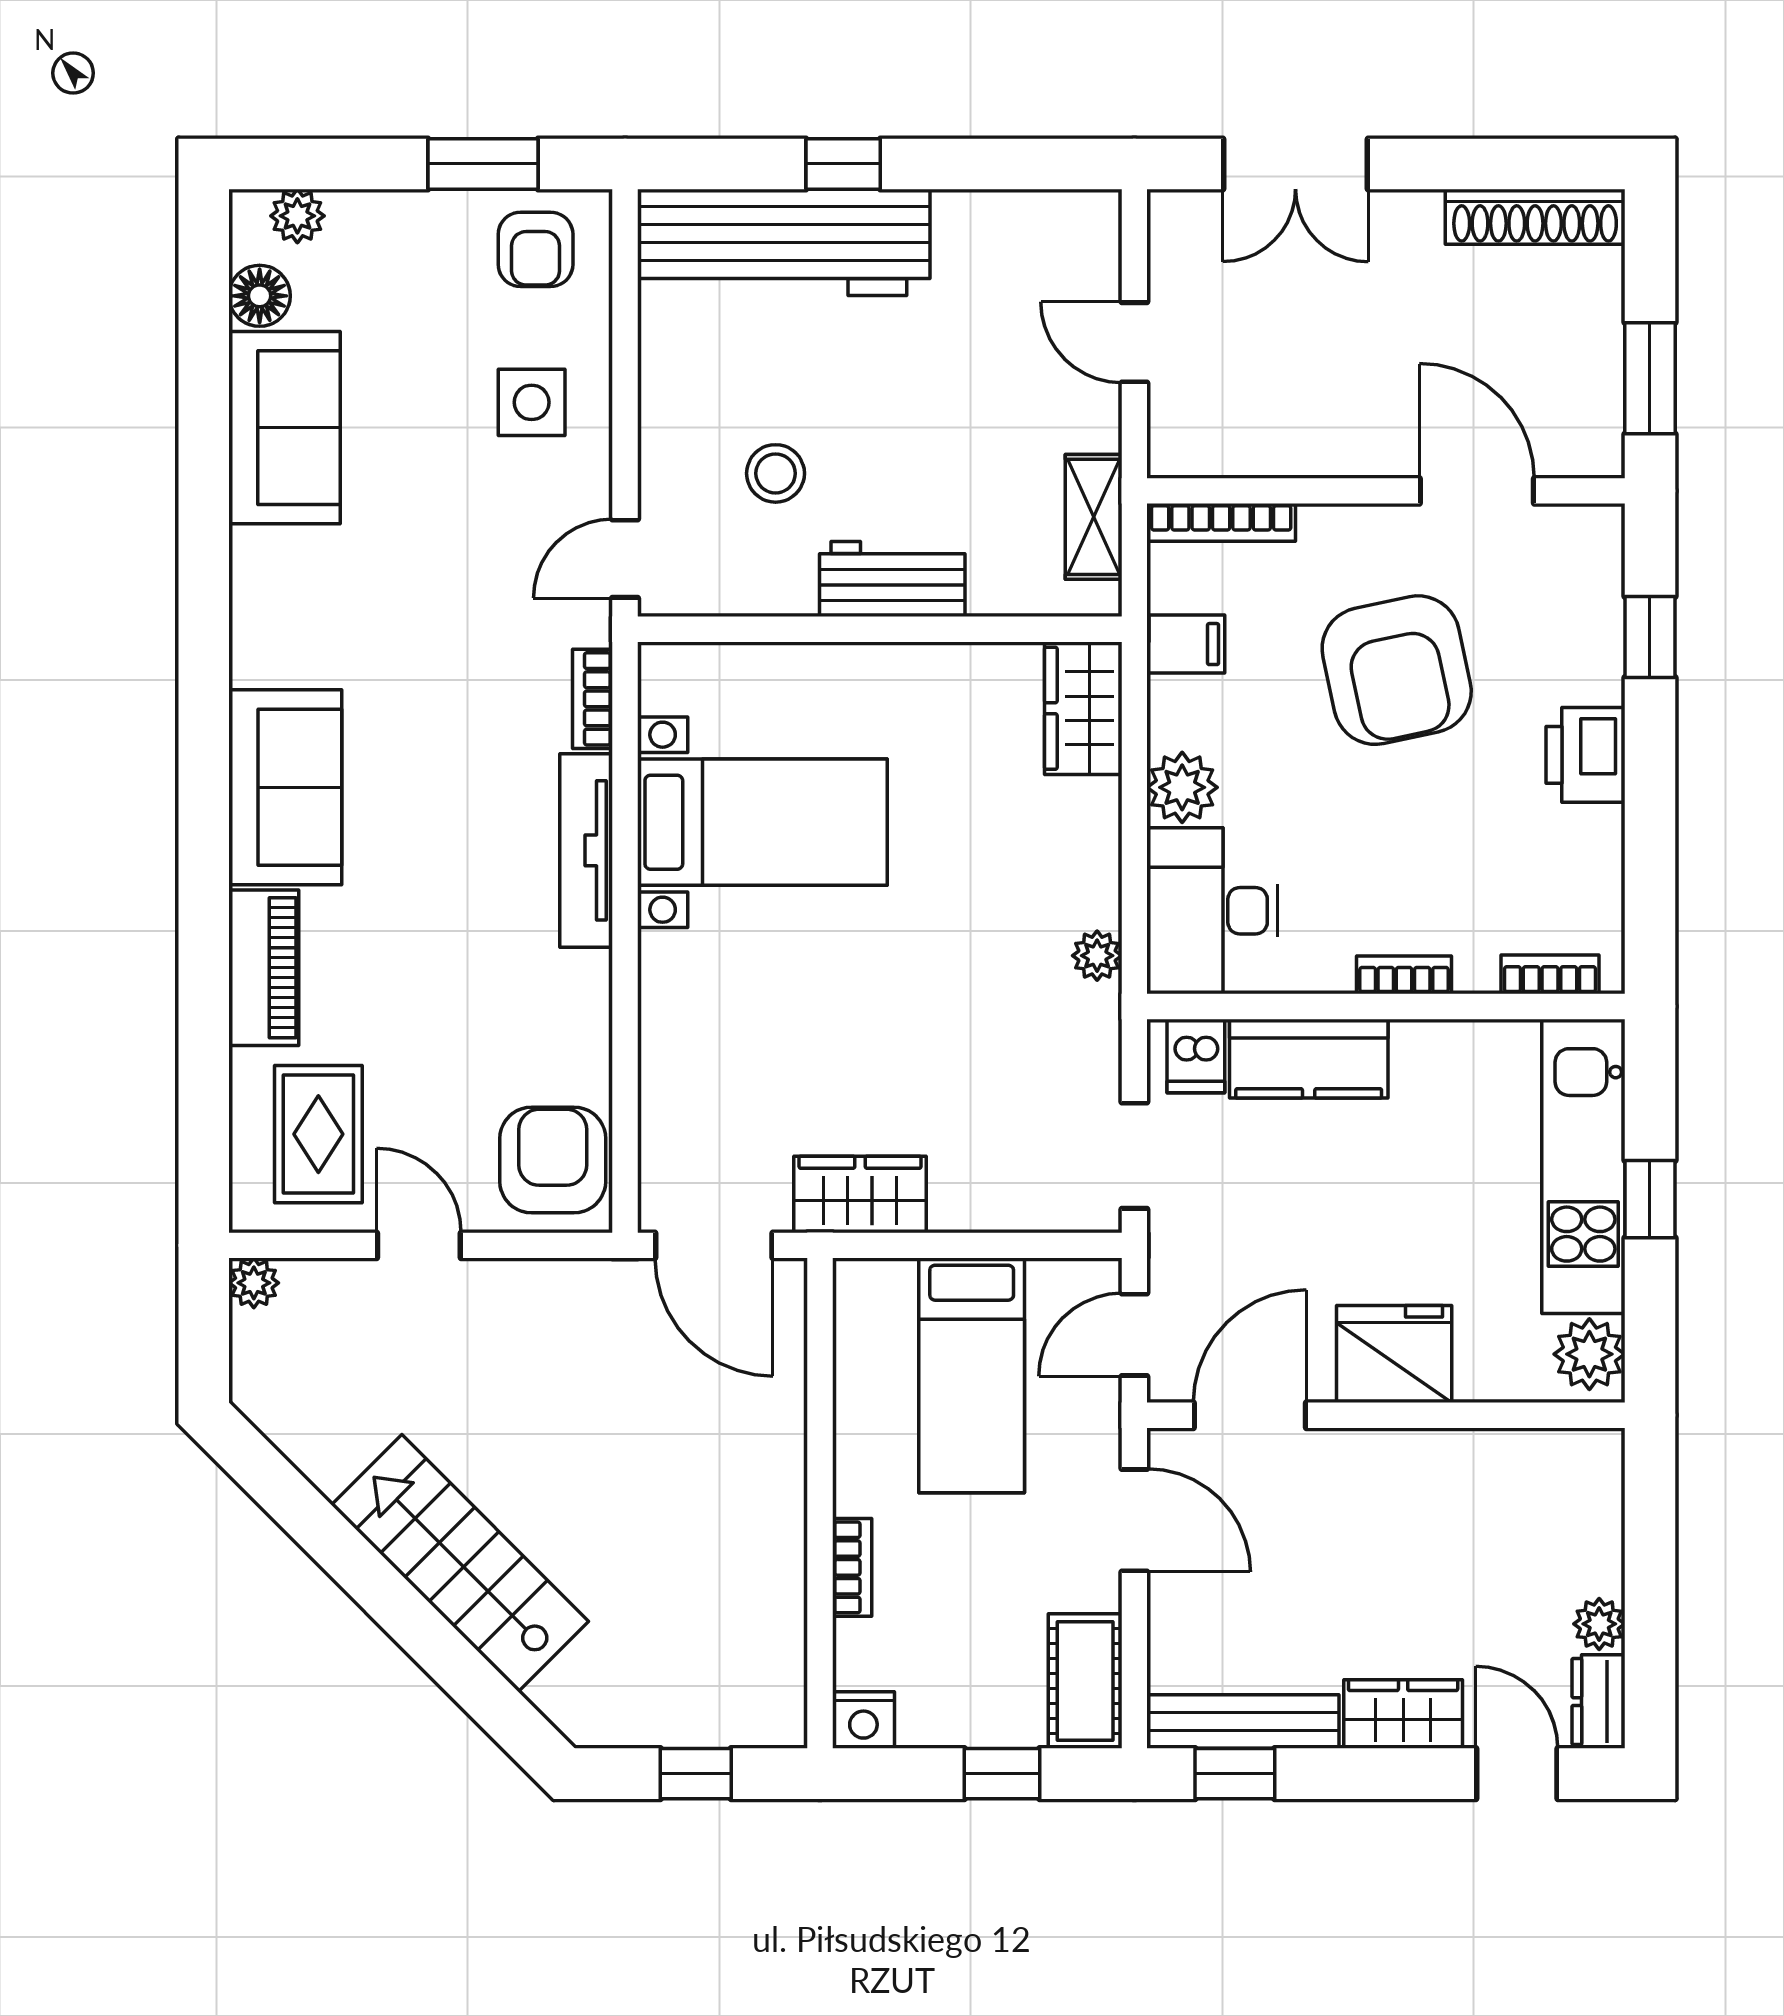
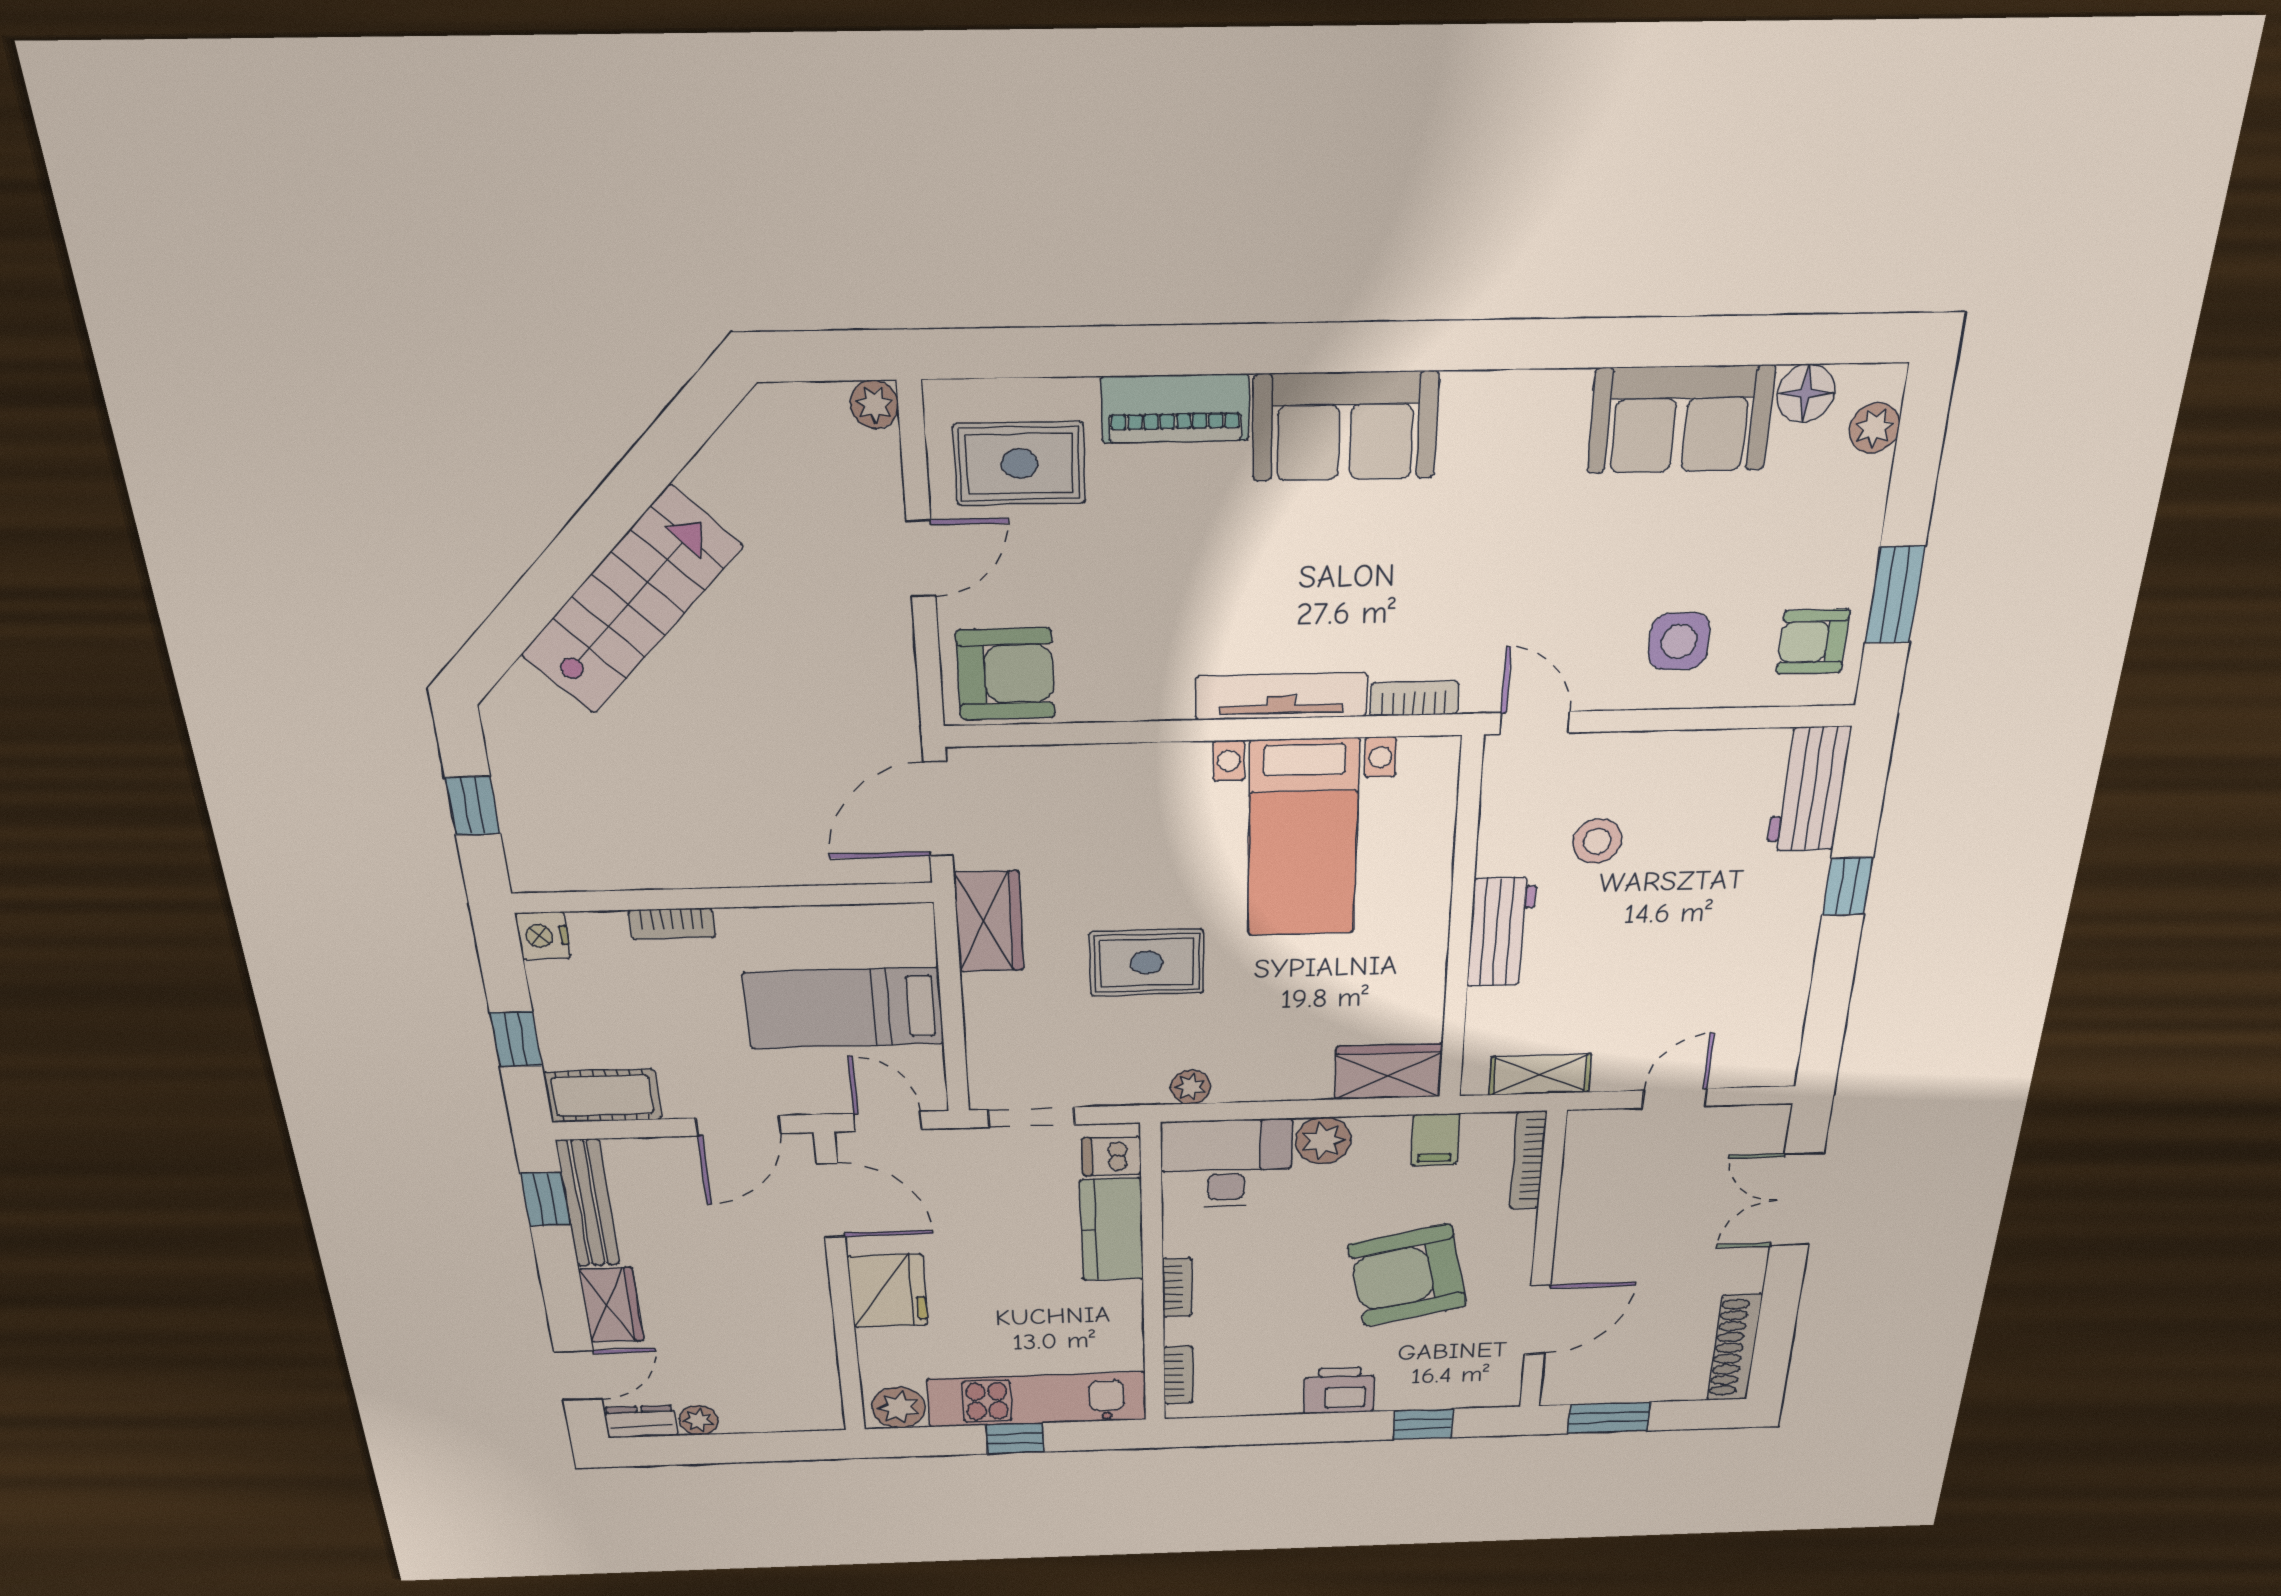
workbench: (784, 242) -> (1808, 789), width x0.53, depth x0.76
rug: (921, 1008) -> (1147, 963), added

